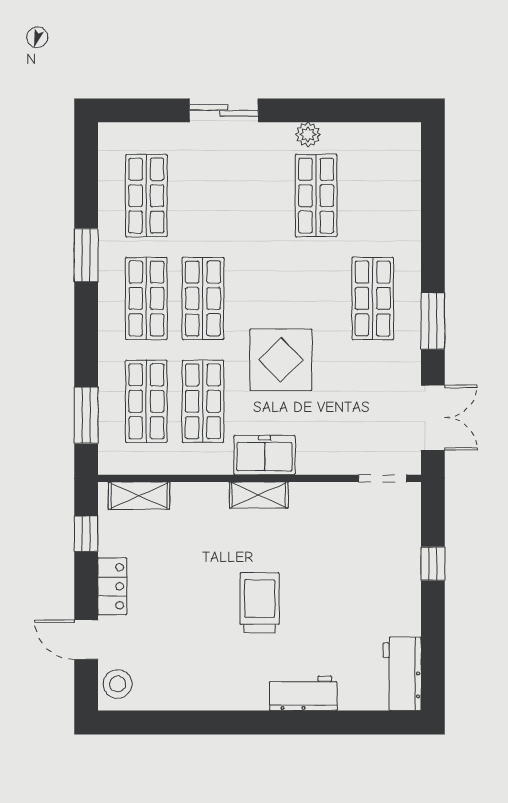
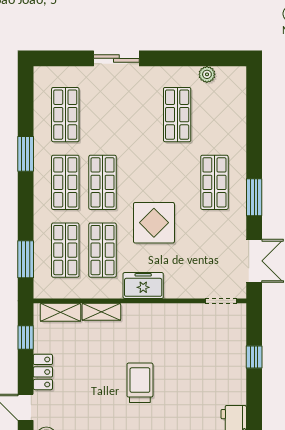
plant: (308, 135) -> (207, 74), moved
shelving: (259, 495) -> (101, 312), moved

